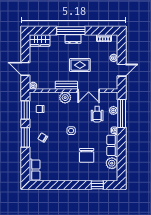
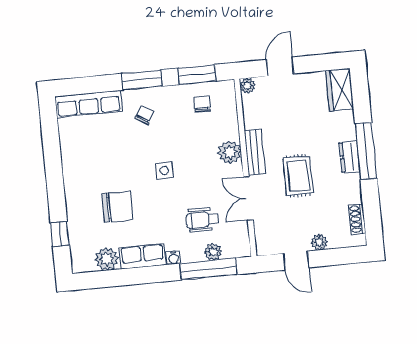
chair: (87, 155) -> (117, 207), turned 180
row of seats: (35, 170) -> (89, 104), width x1.48

